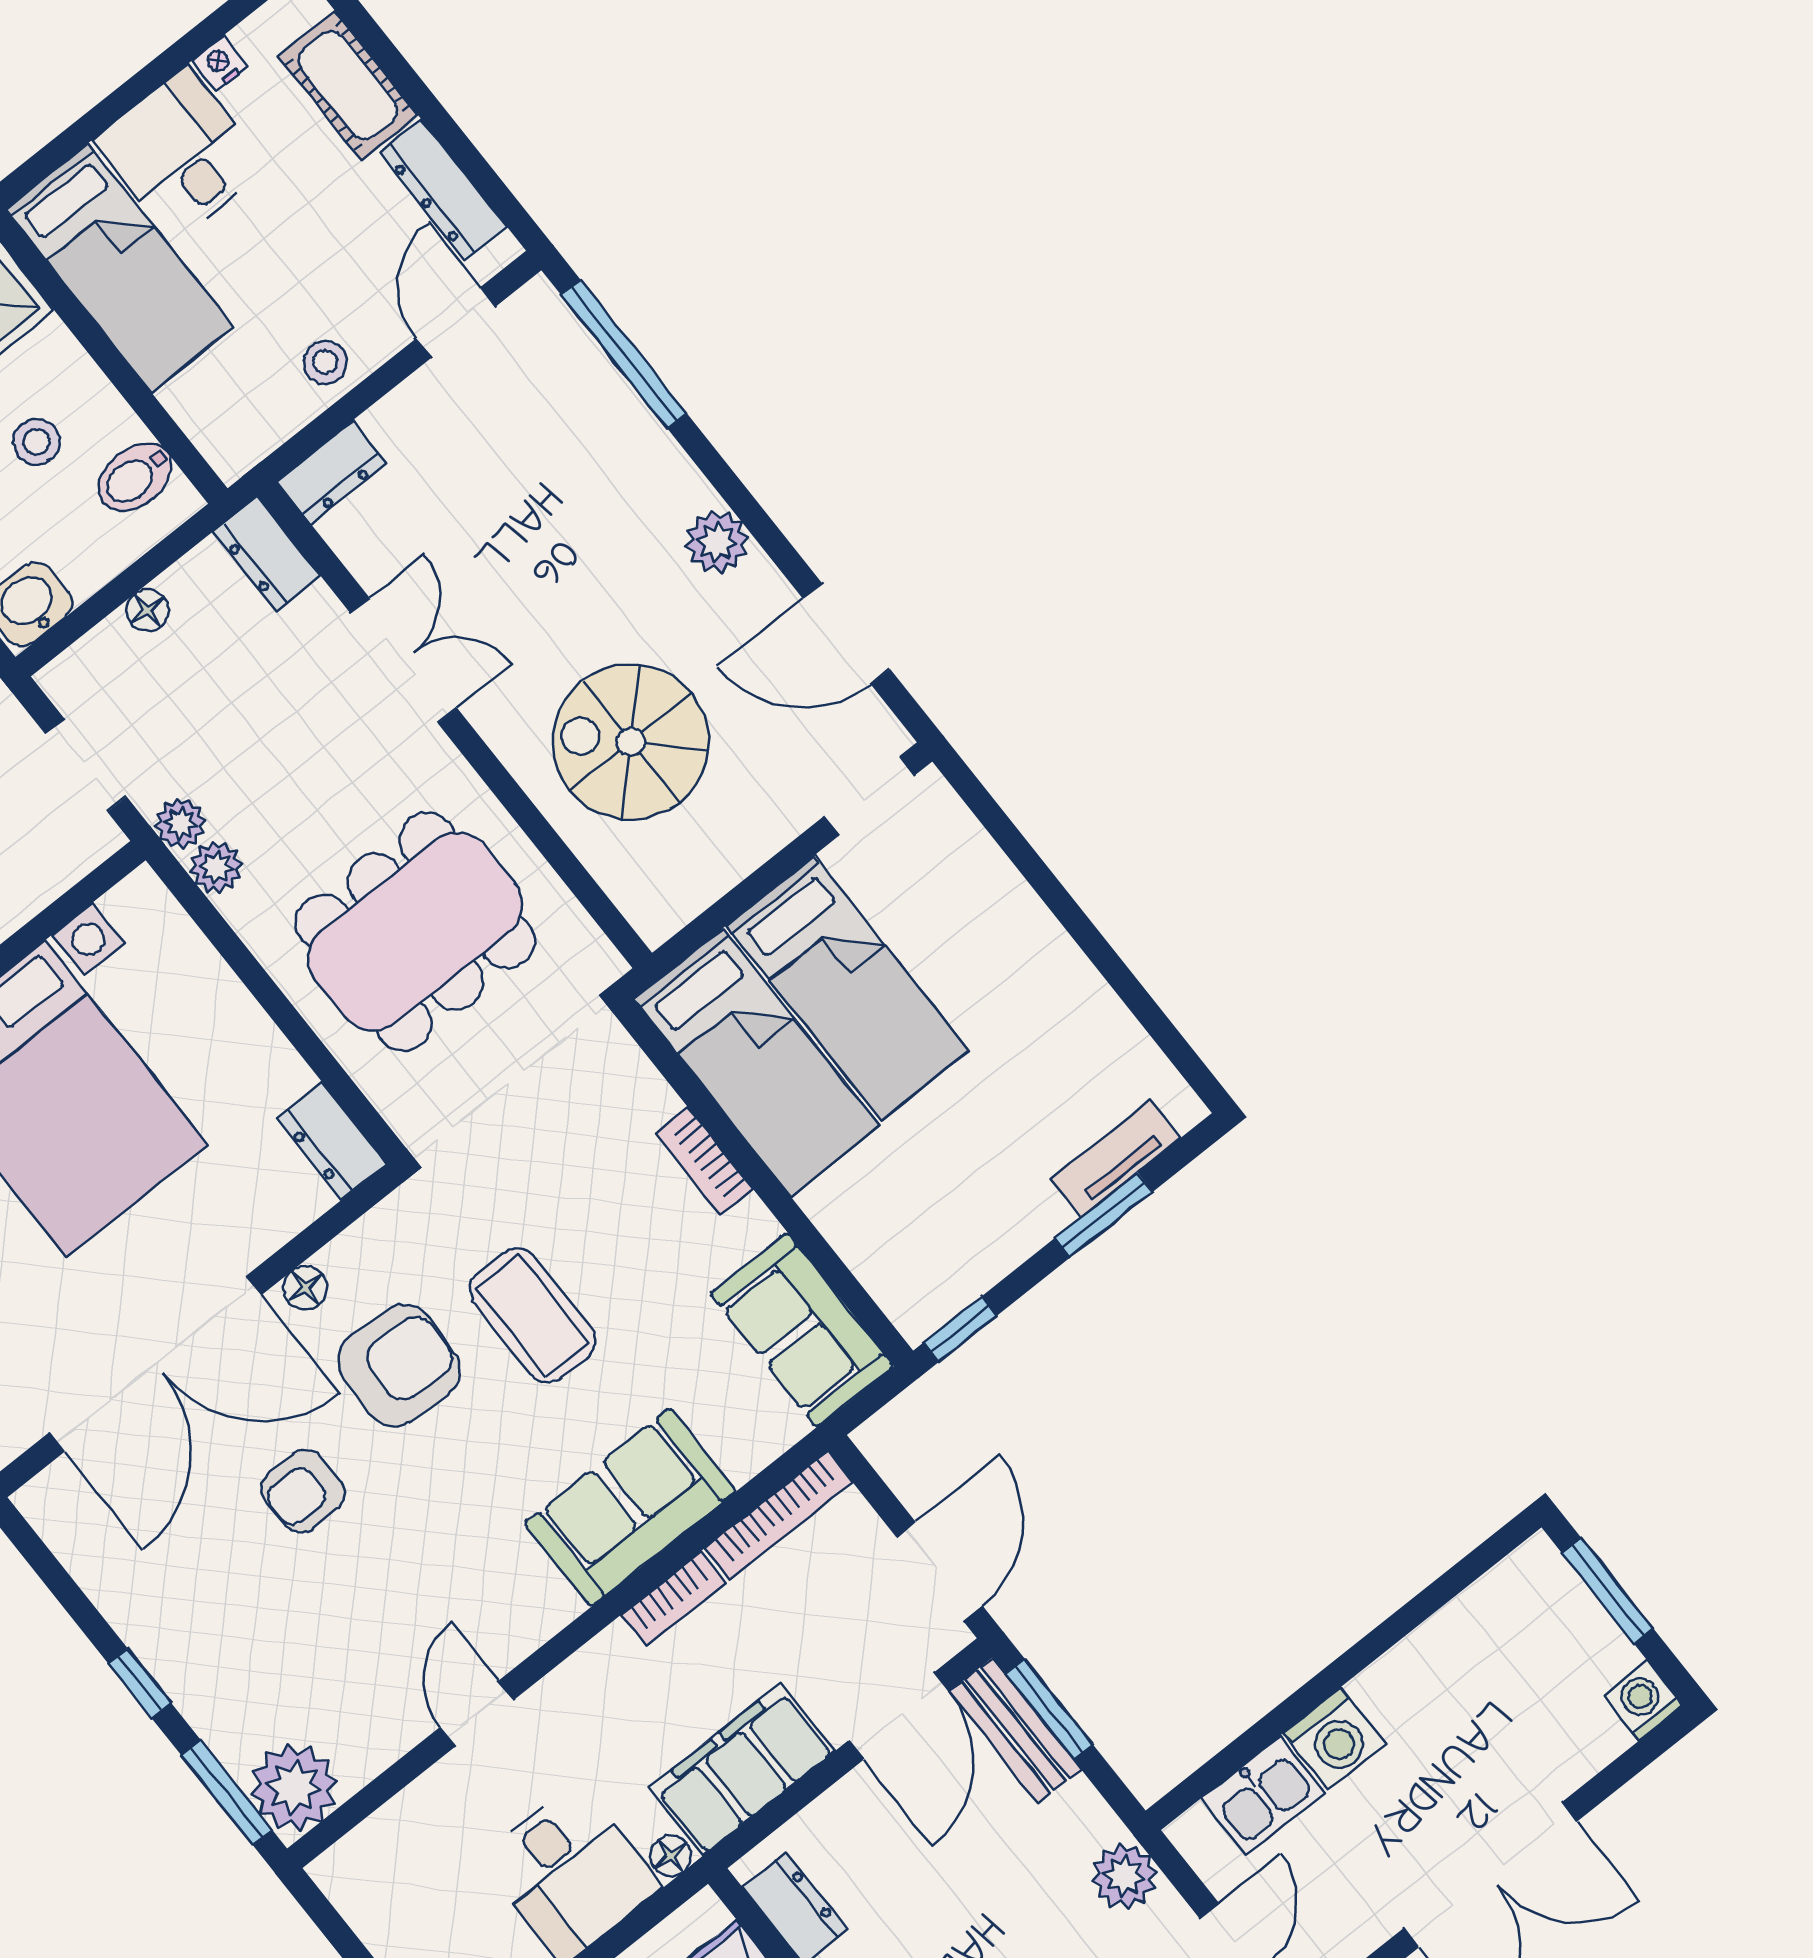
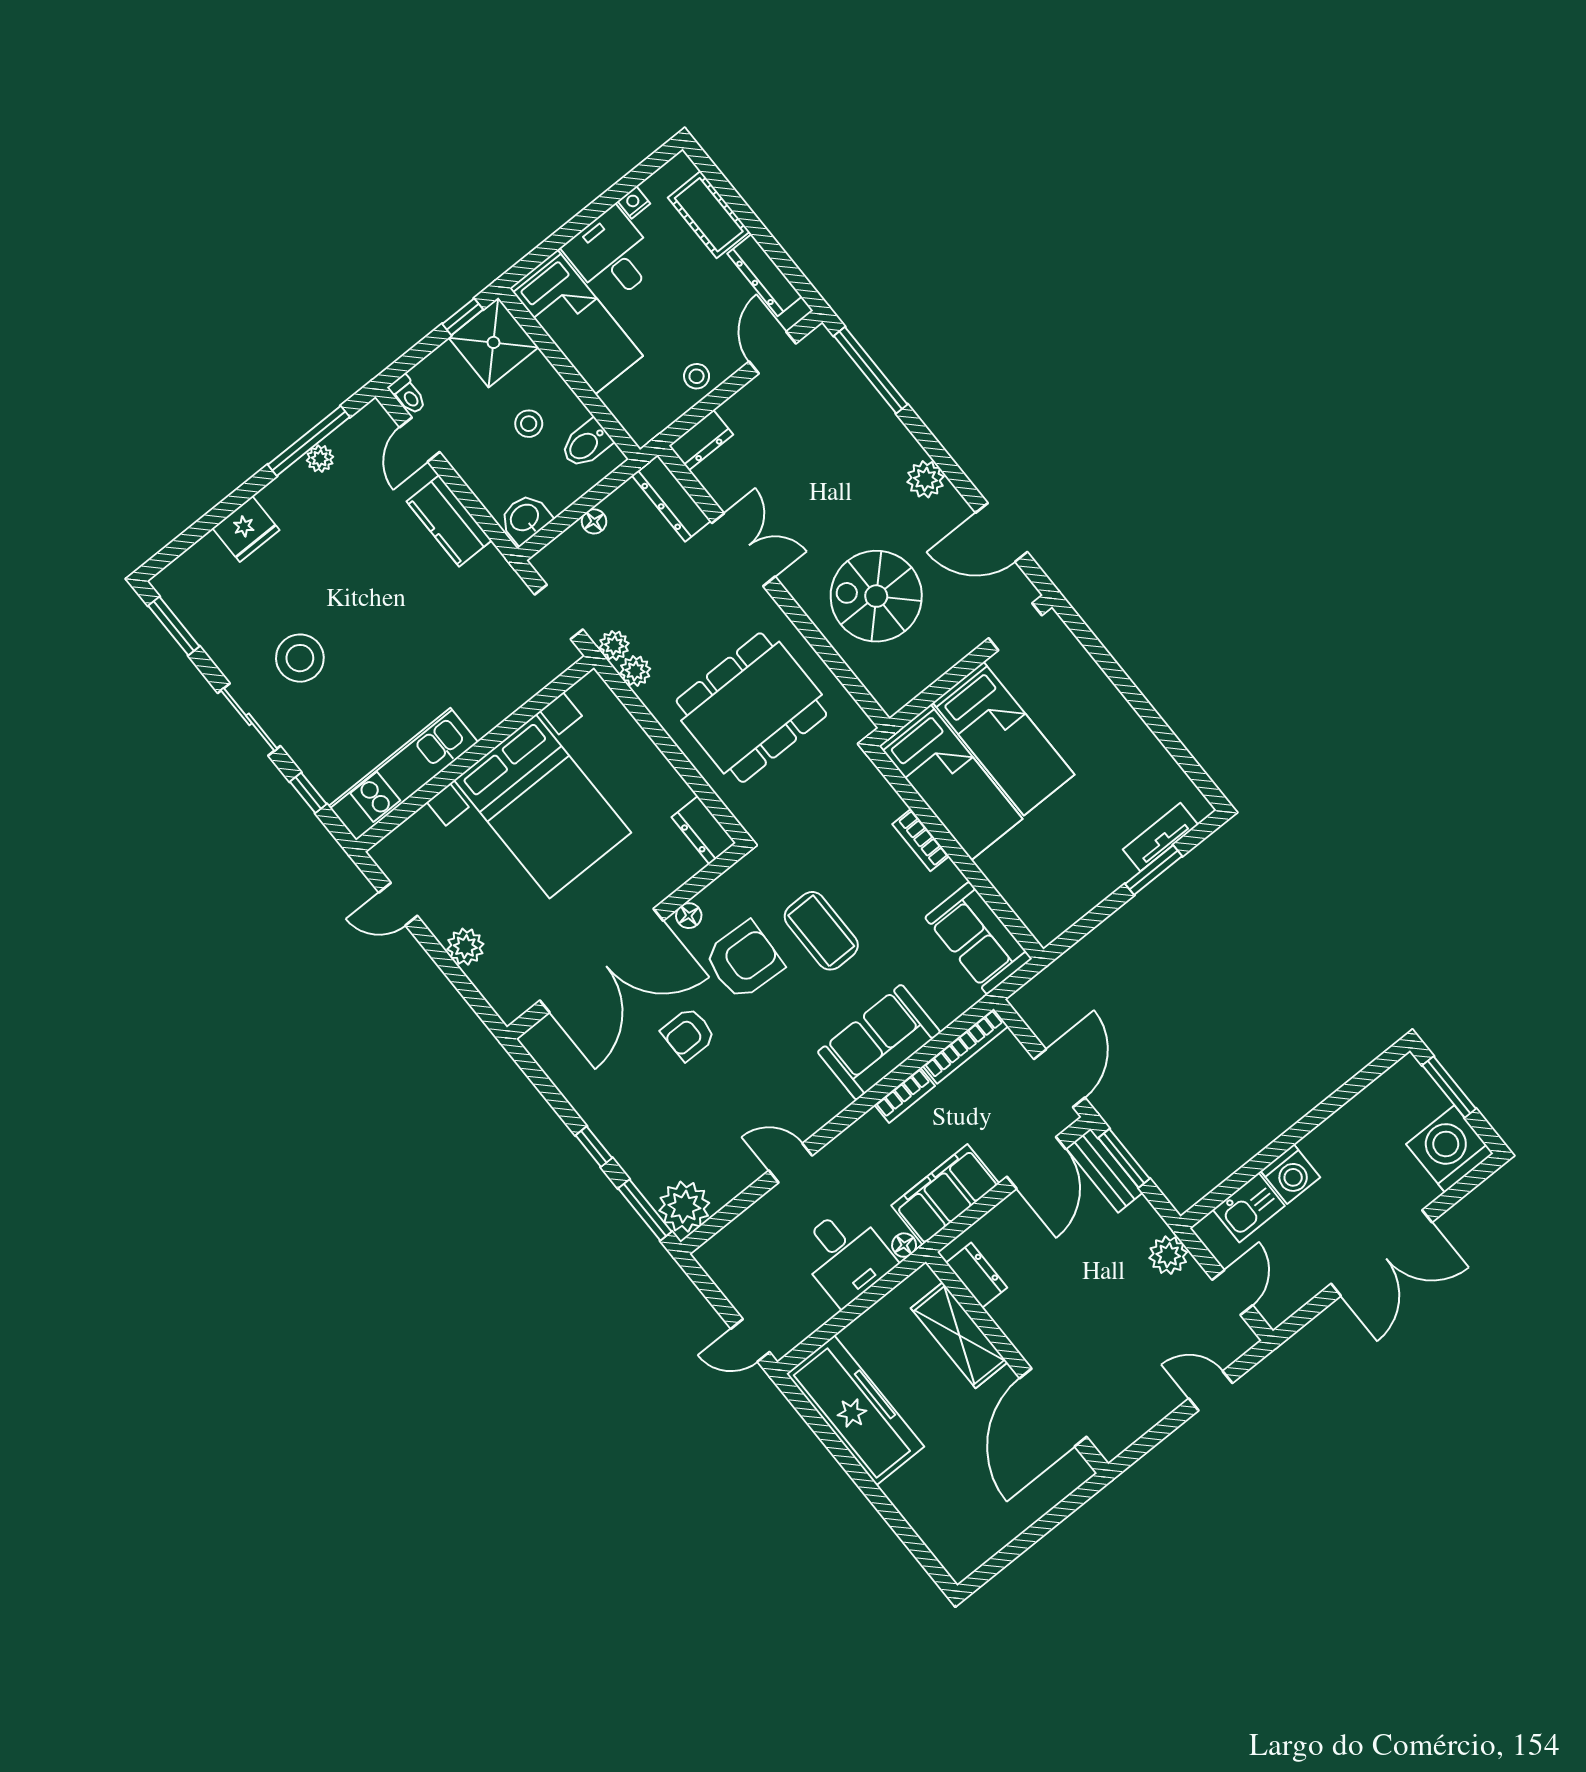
dresser: (267, 554) -> (671, 498), width x1.44
window: (960, 1329) -> (1071, 937), removed
washing machine: (1644, 1701) -> (1450, 1149), width x1.89, depth x1.89
door: (477, 1714) -> (790, 1163), hinge flipped

